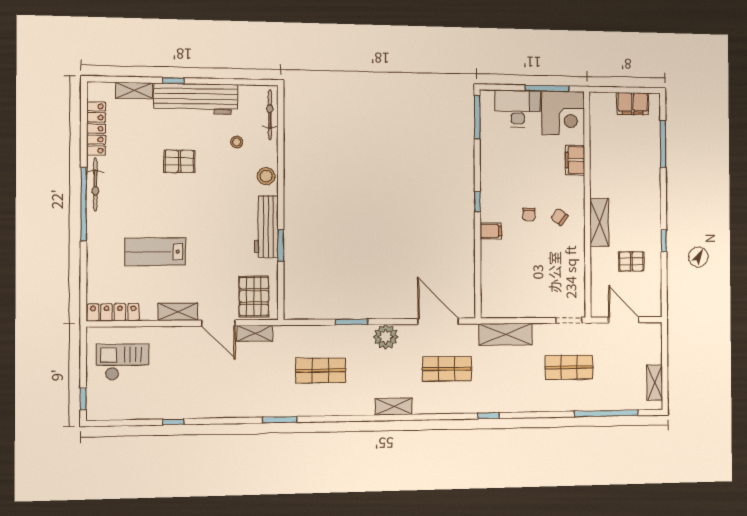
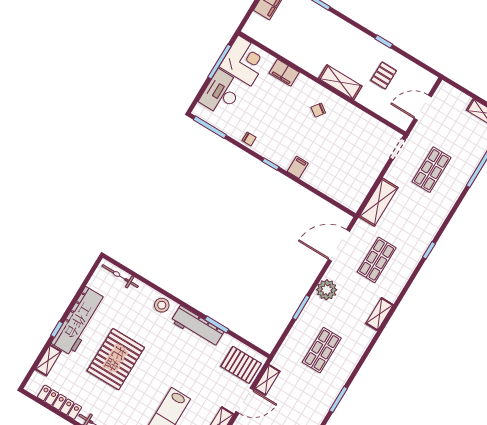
stool: (237, 142) -> (126, 311), removed
pallet: (179, 161) -> (116, 359), width x2.05, depth x2.00
chair: (529, 214) -> (249, 139), moved

